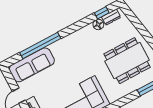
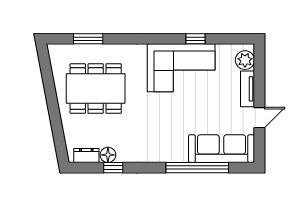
window: (102, 13) -> (113, 168), moved

